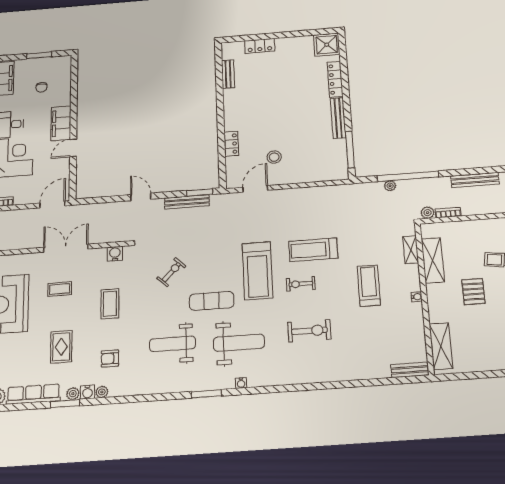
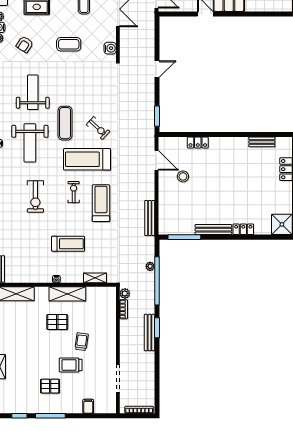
locker: (335, 79) -> (243, 229), width x0.66
window: (468, 172) -> (157, 328), added
bench: (187, 202) -> (150, 218), moved
shelving: (433, 260) -> (67, 294), moved
exercise bike: (171, 272) -> (98, 128), moved
armchair: (110, 359) -> (25, 44), turned -147

